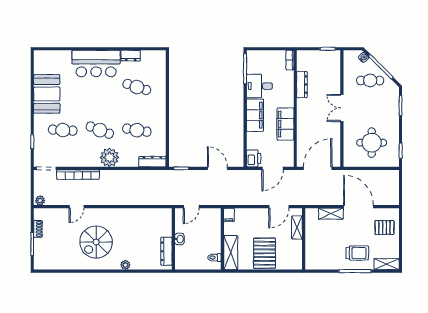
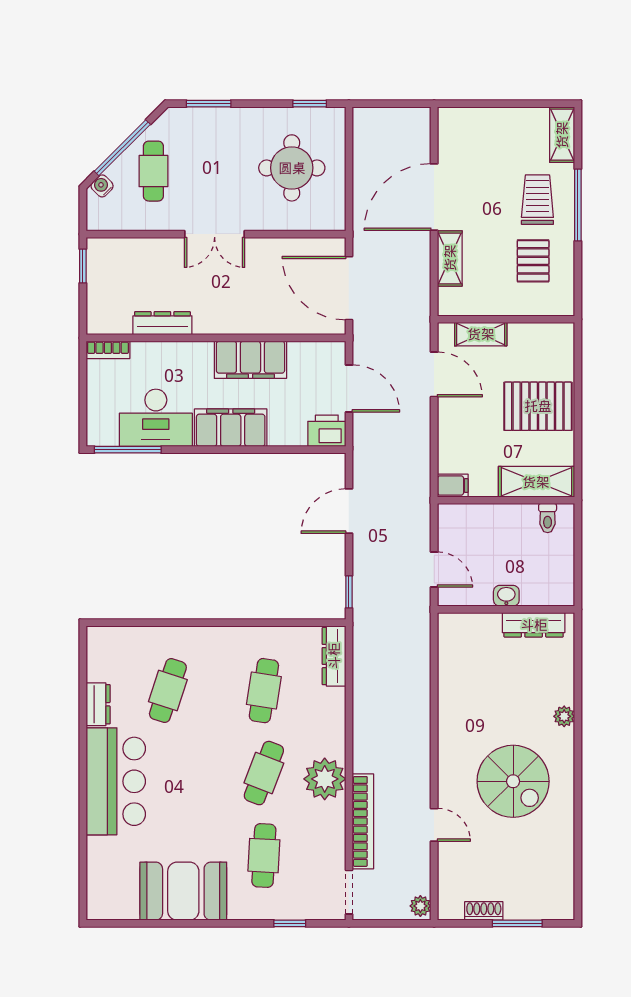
desk: (259, 86) -> (156, 418), width x1.37
plant: (109, 157) -> (325, 779), moved
pallet: (384, 227) -> (533, 261), moved

